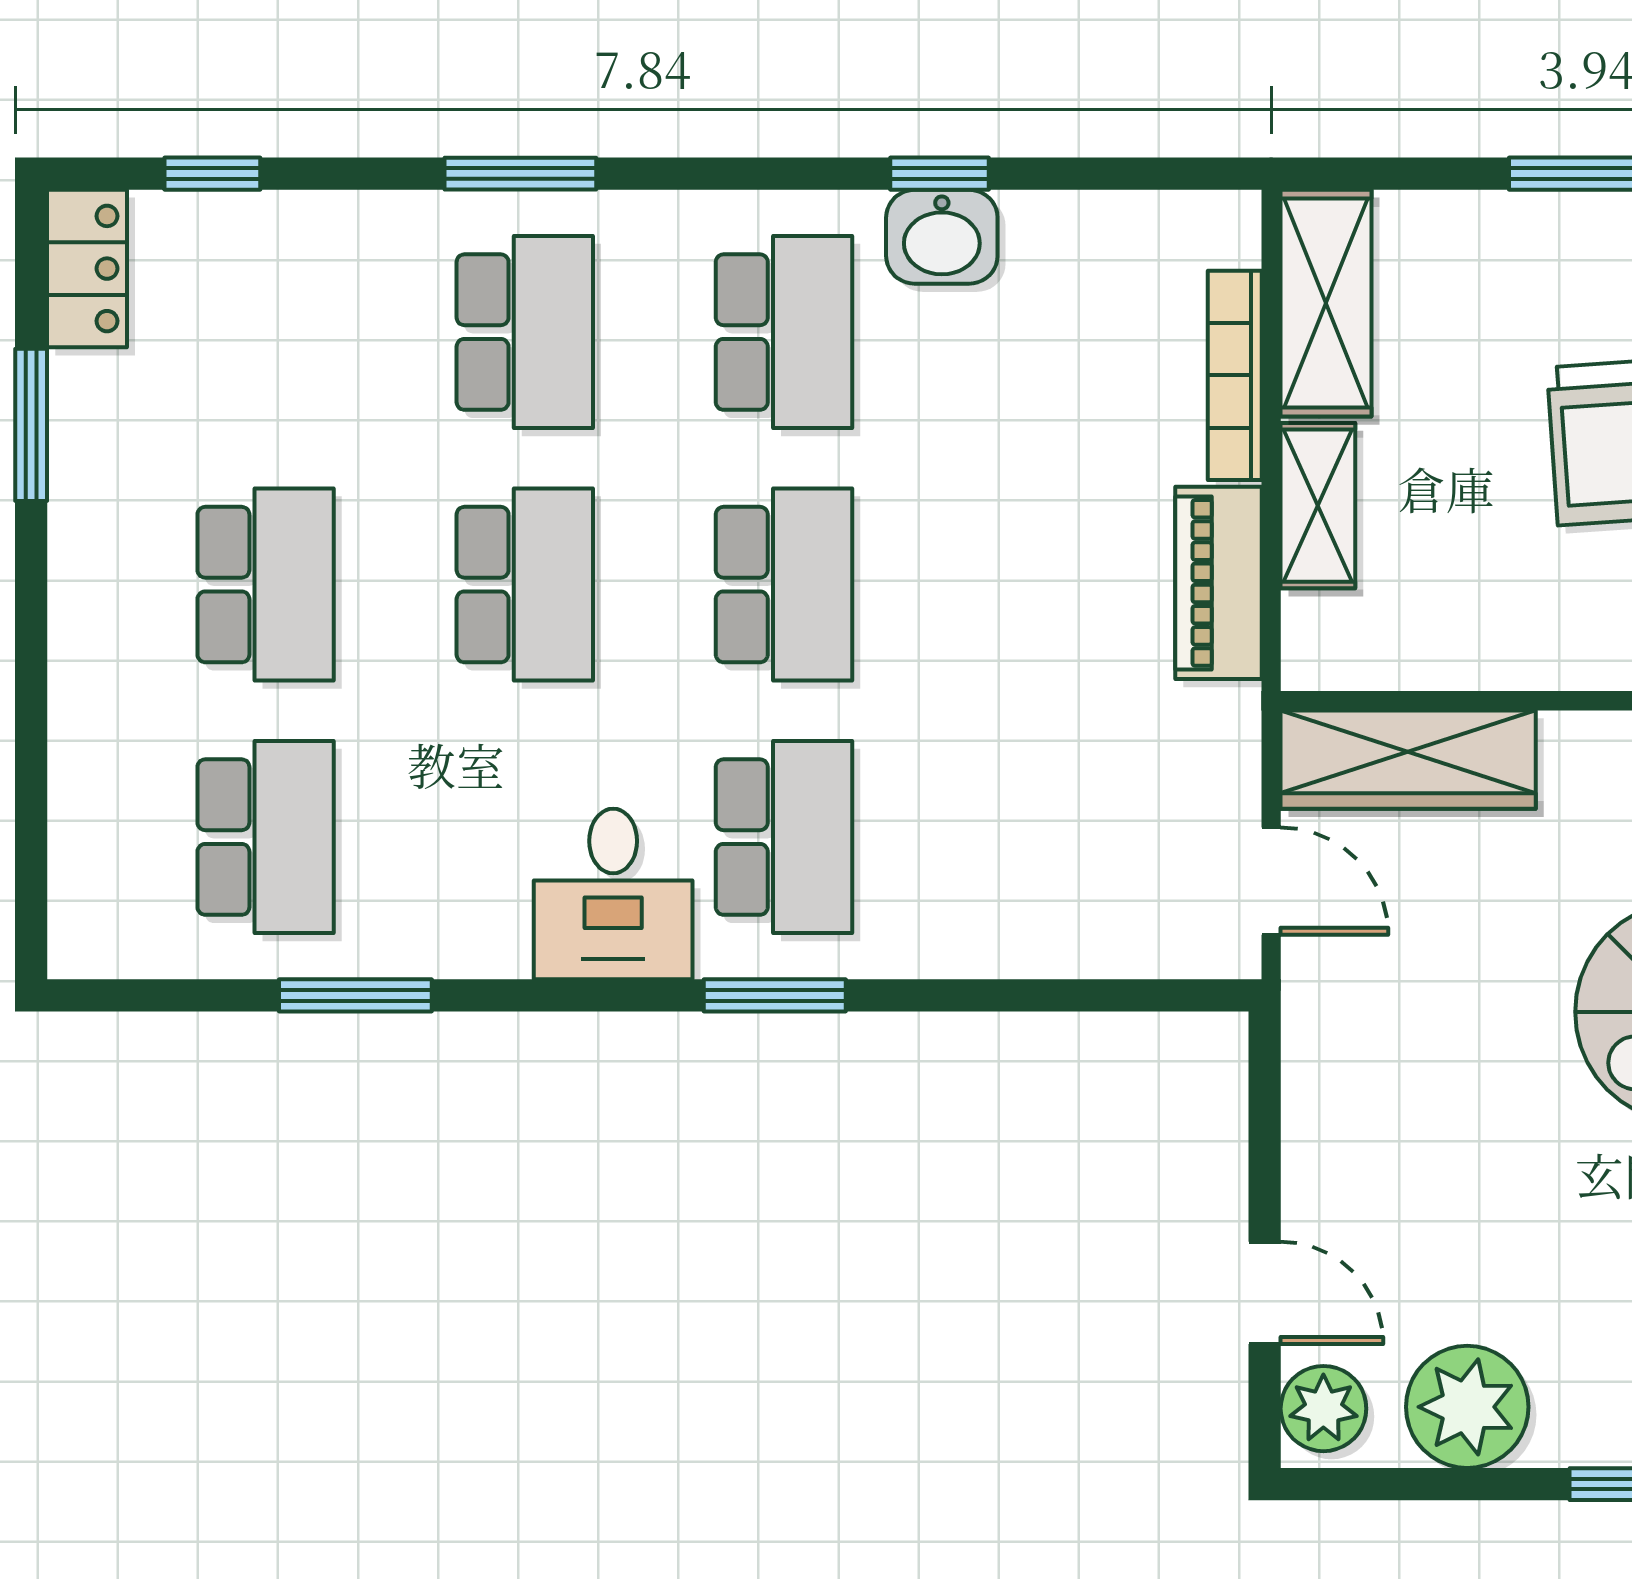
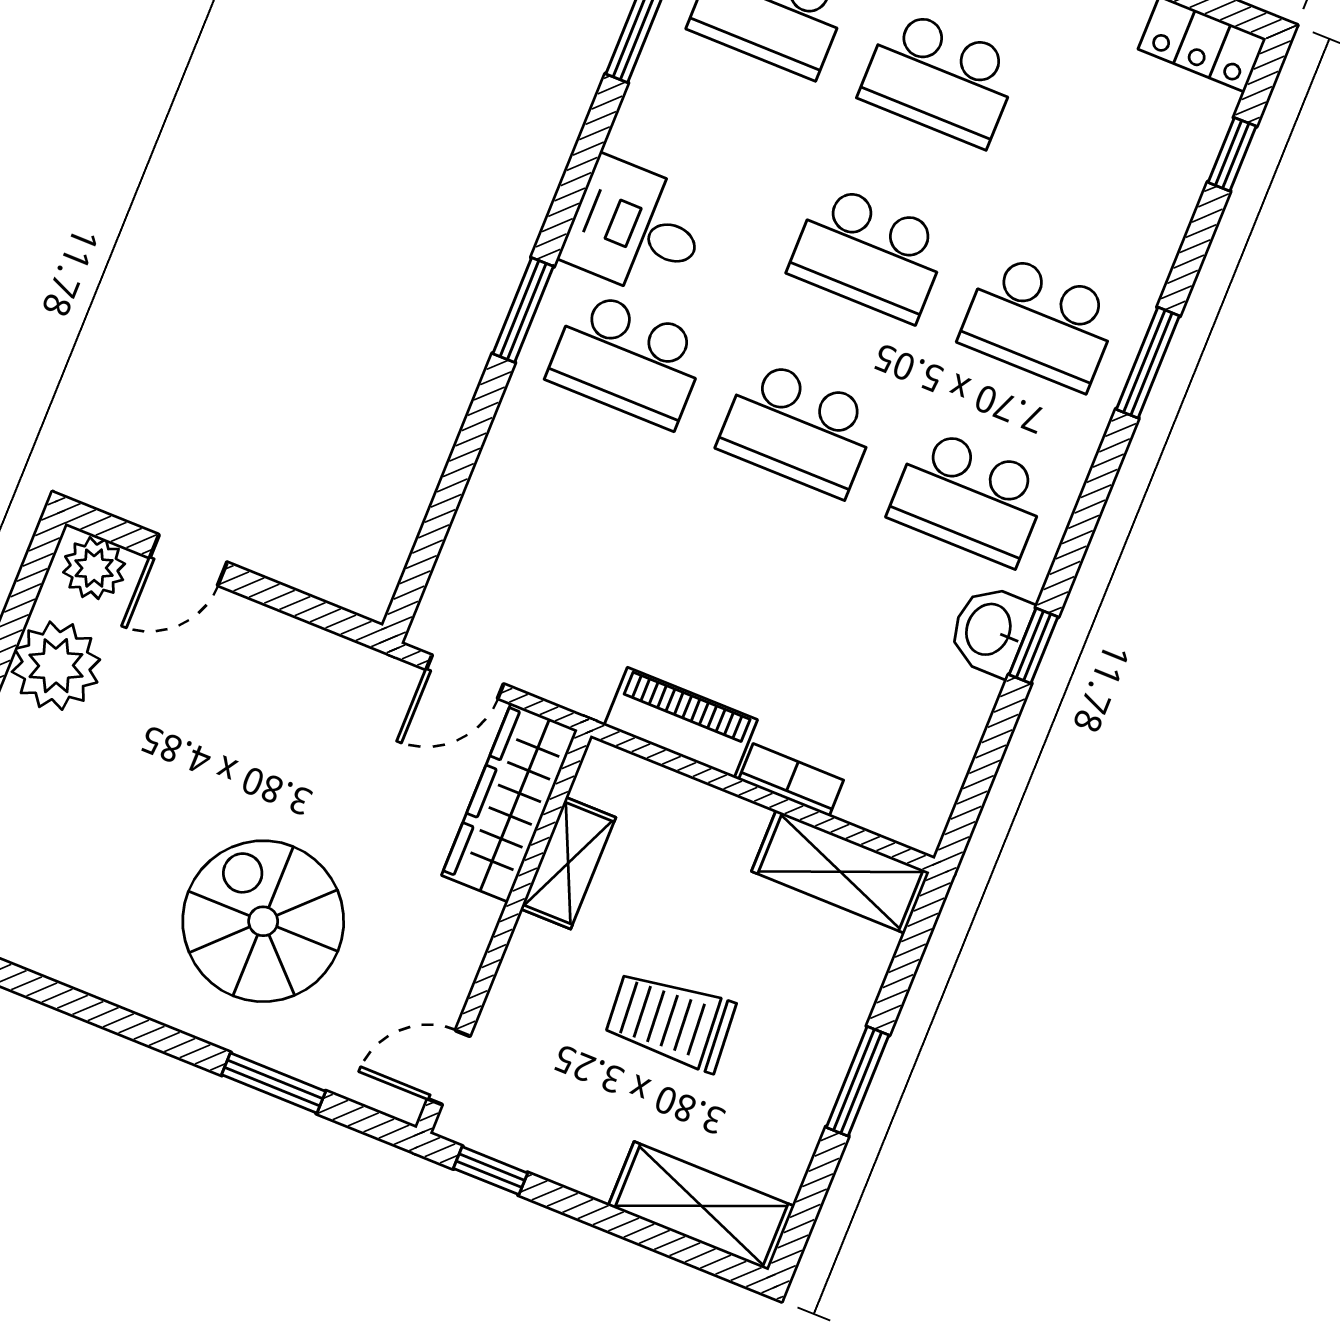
bookcase: (1235, 375) -> (791, 780), width x0.64
shelving: (1318, 506) -> (568, 863), moved, turned 90

